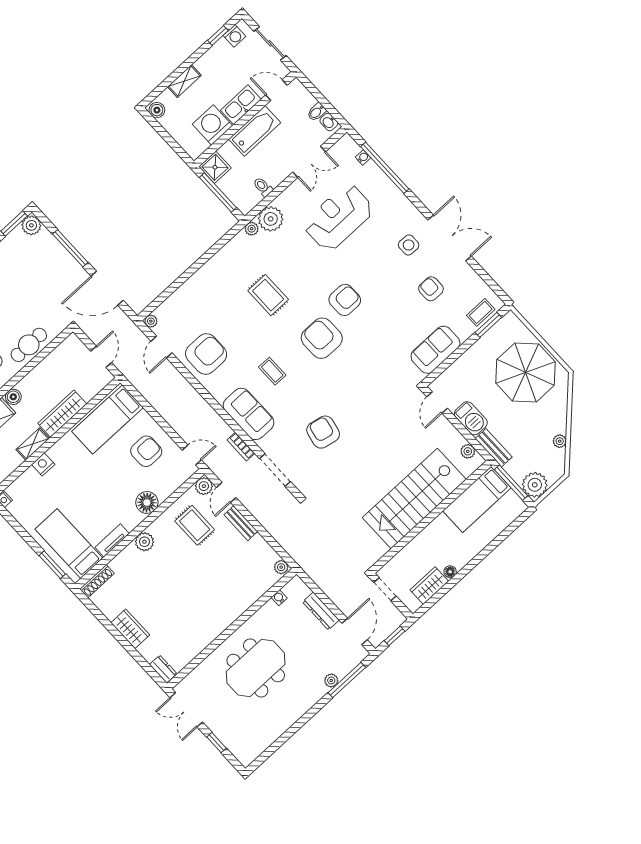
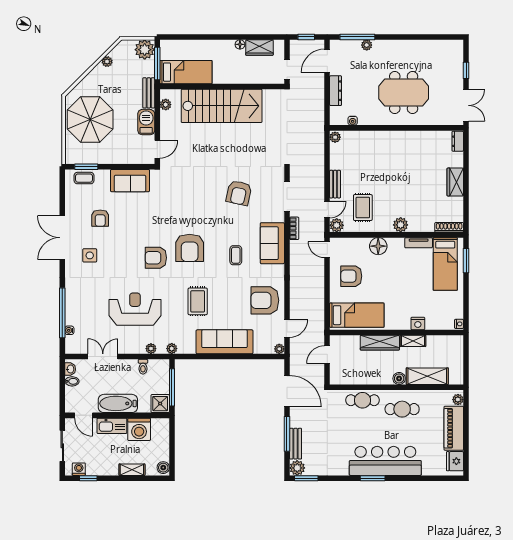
reception desk: (338, 217) -> (135, 309), moved, turned 180
plant: (271, 219) -> (151, 349), width x0.53, depth x0.53
bench: (54, 247) -> (296, 444), added
sofa: (208, 281) -> (225, 342), added

